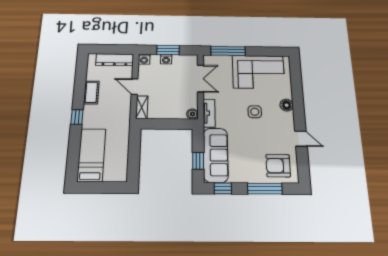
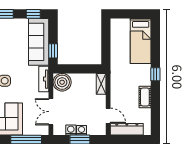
washing machine: (144, 59) -> (71, 130), moved
door: (135, 87) -> (108, 116), moved
boiler: (192, 114) -> (62, 82), width x1.86, depth x1.86
window: (198, 161) -> (53, 51), moved

